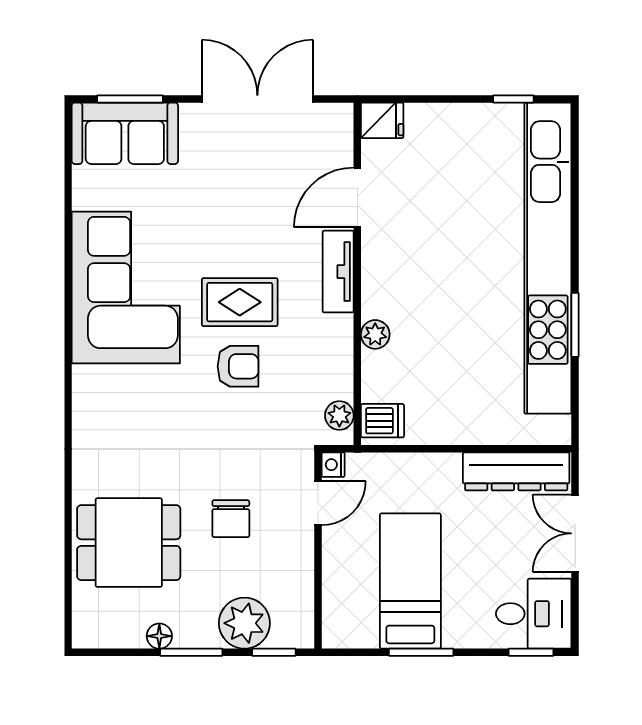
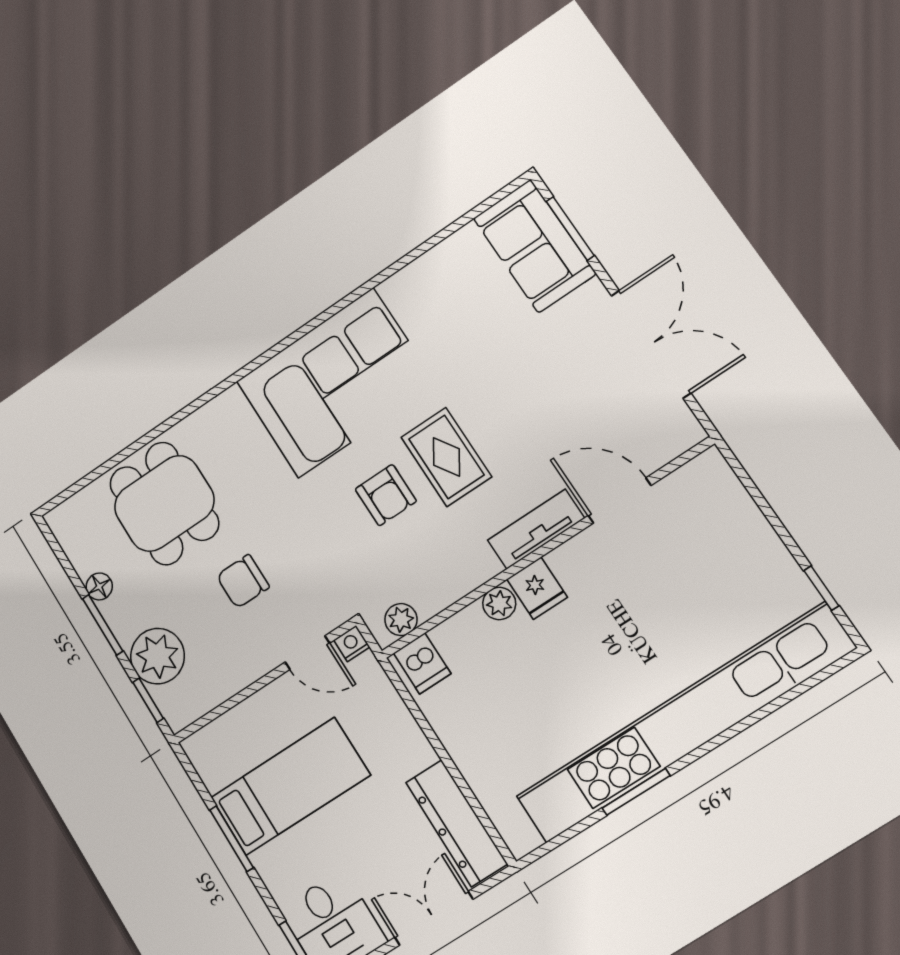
fridge: (382, 120) -> (537, 588), moved
corner sofa: (126, 288) -> (336, 383), moved

